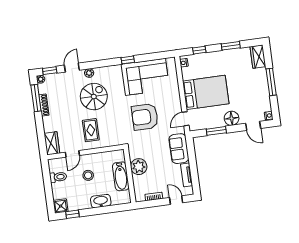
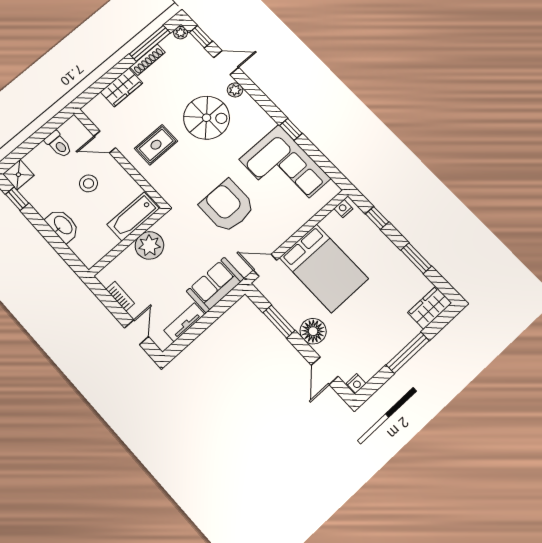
wardrobe: (52, 143) -> (122, 87), moved
bathtub: (121, 176) -> (133, 216), moved

